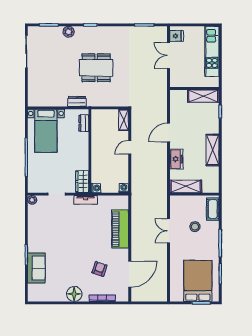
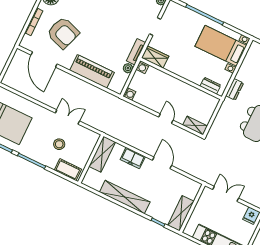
double door: (169, 56) -> (226, 194), moved
shelving: (213, 150) -> (125, 197), width x1.47
plant: (103, 200) -> (128, 68), added
armchair: (99, 269) -> (63, 33), width x1.88, depth x1.88

